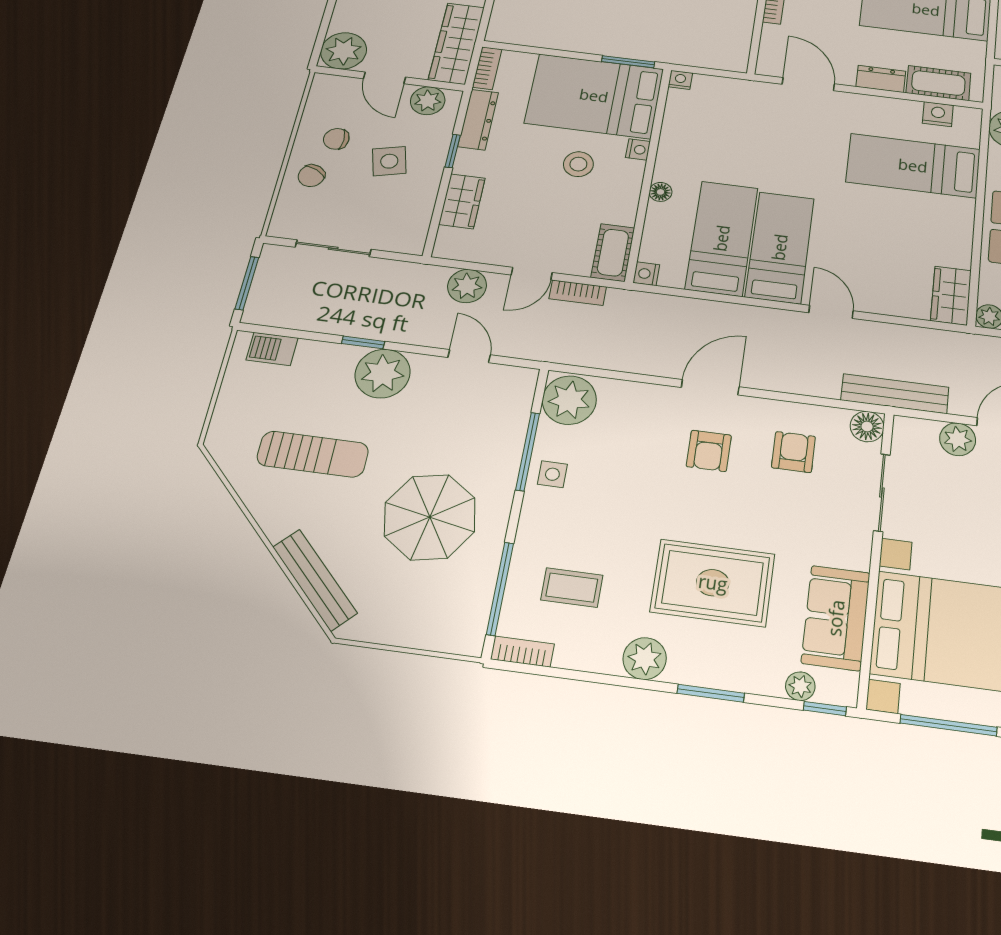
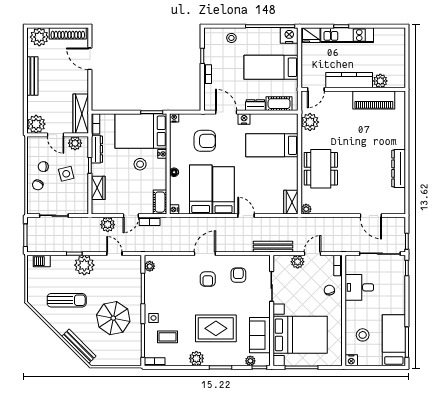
nightstand: (938, 114) -> (244, 119), moved
armchair: (748, 136) -> (205, 141), added
plant: (569, 400) -> (150, 266), width x0.53, depth x0.53
floor lamp: (867, 426) -> (264, 261), removed
side table: (552, 474) -> (154, 318), moved

